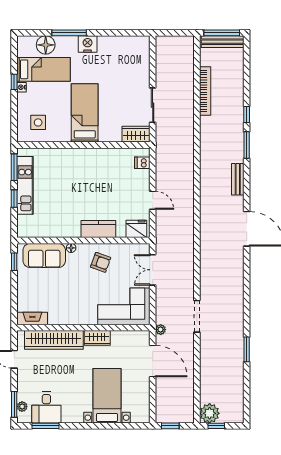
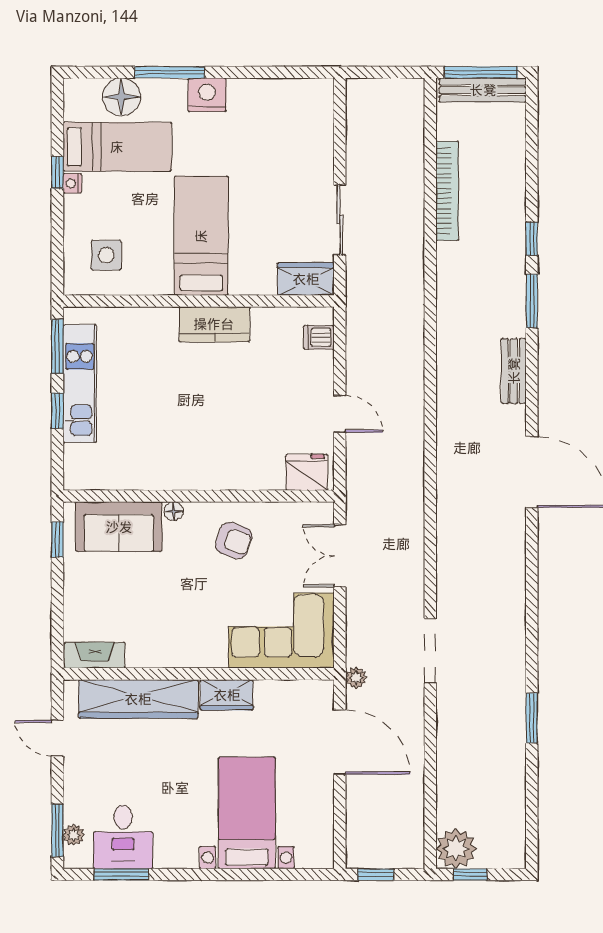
kitchen counter: (98, 229) -> (214, 324), moved, turned 180

